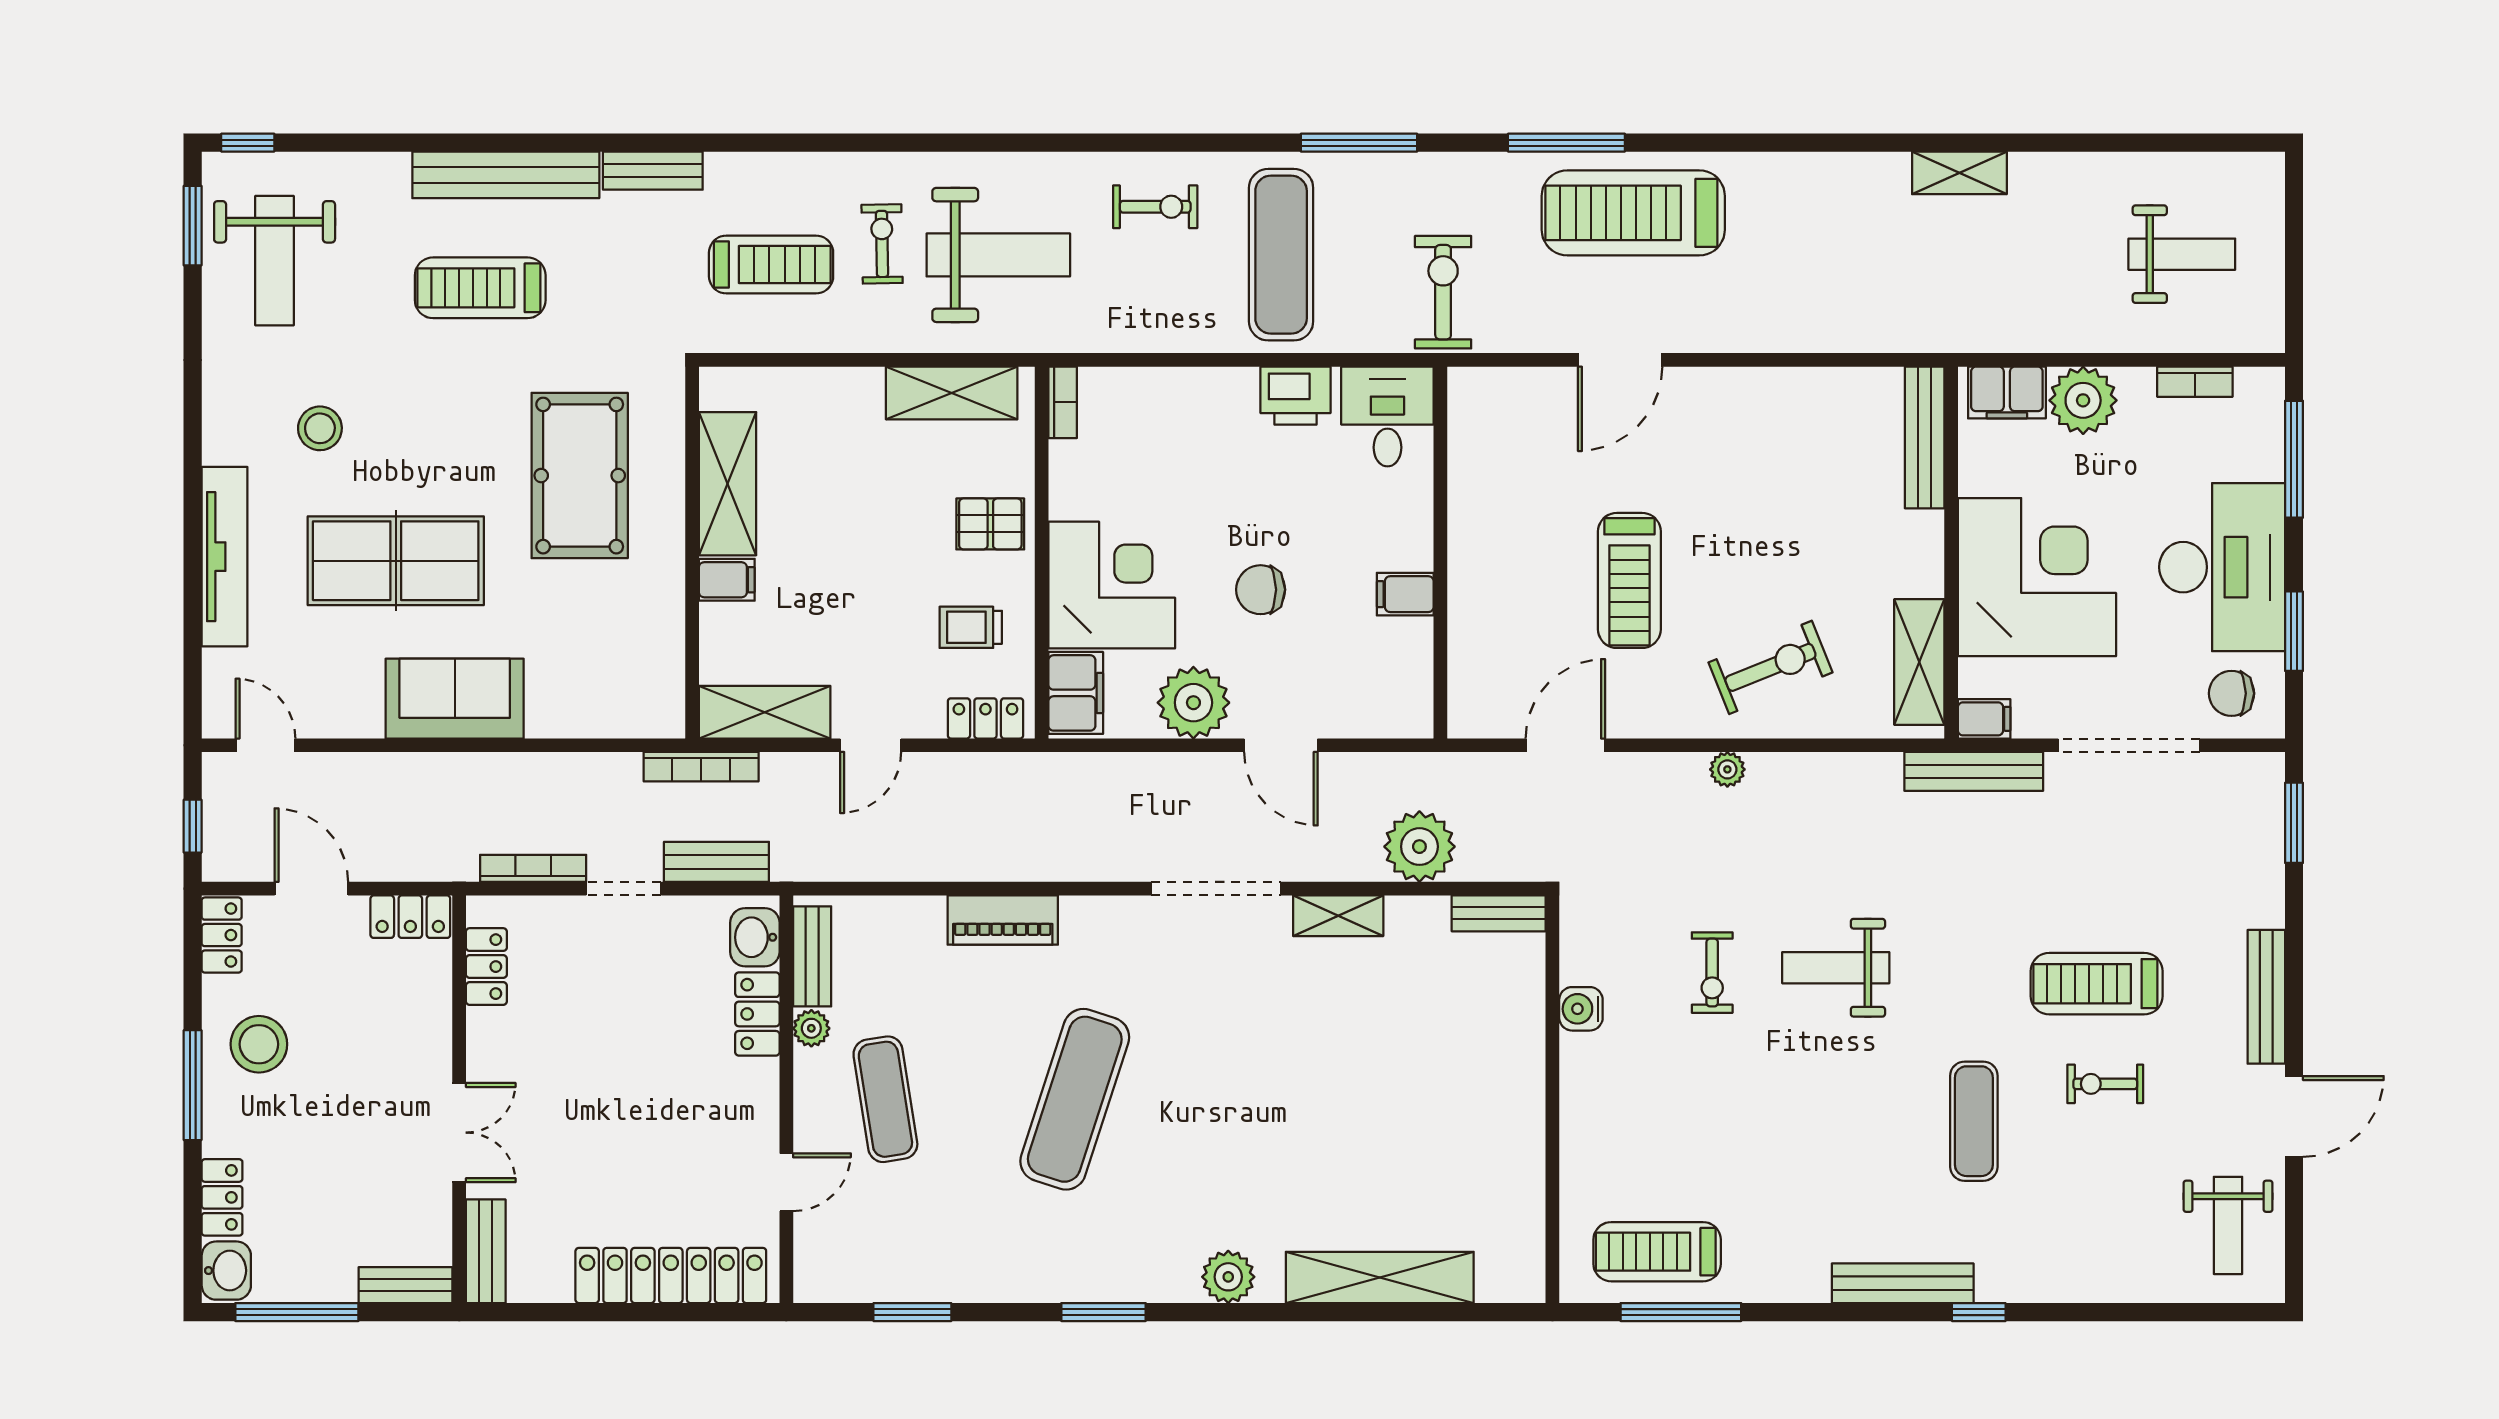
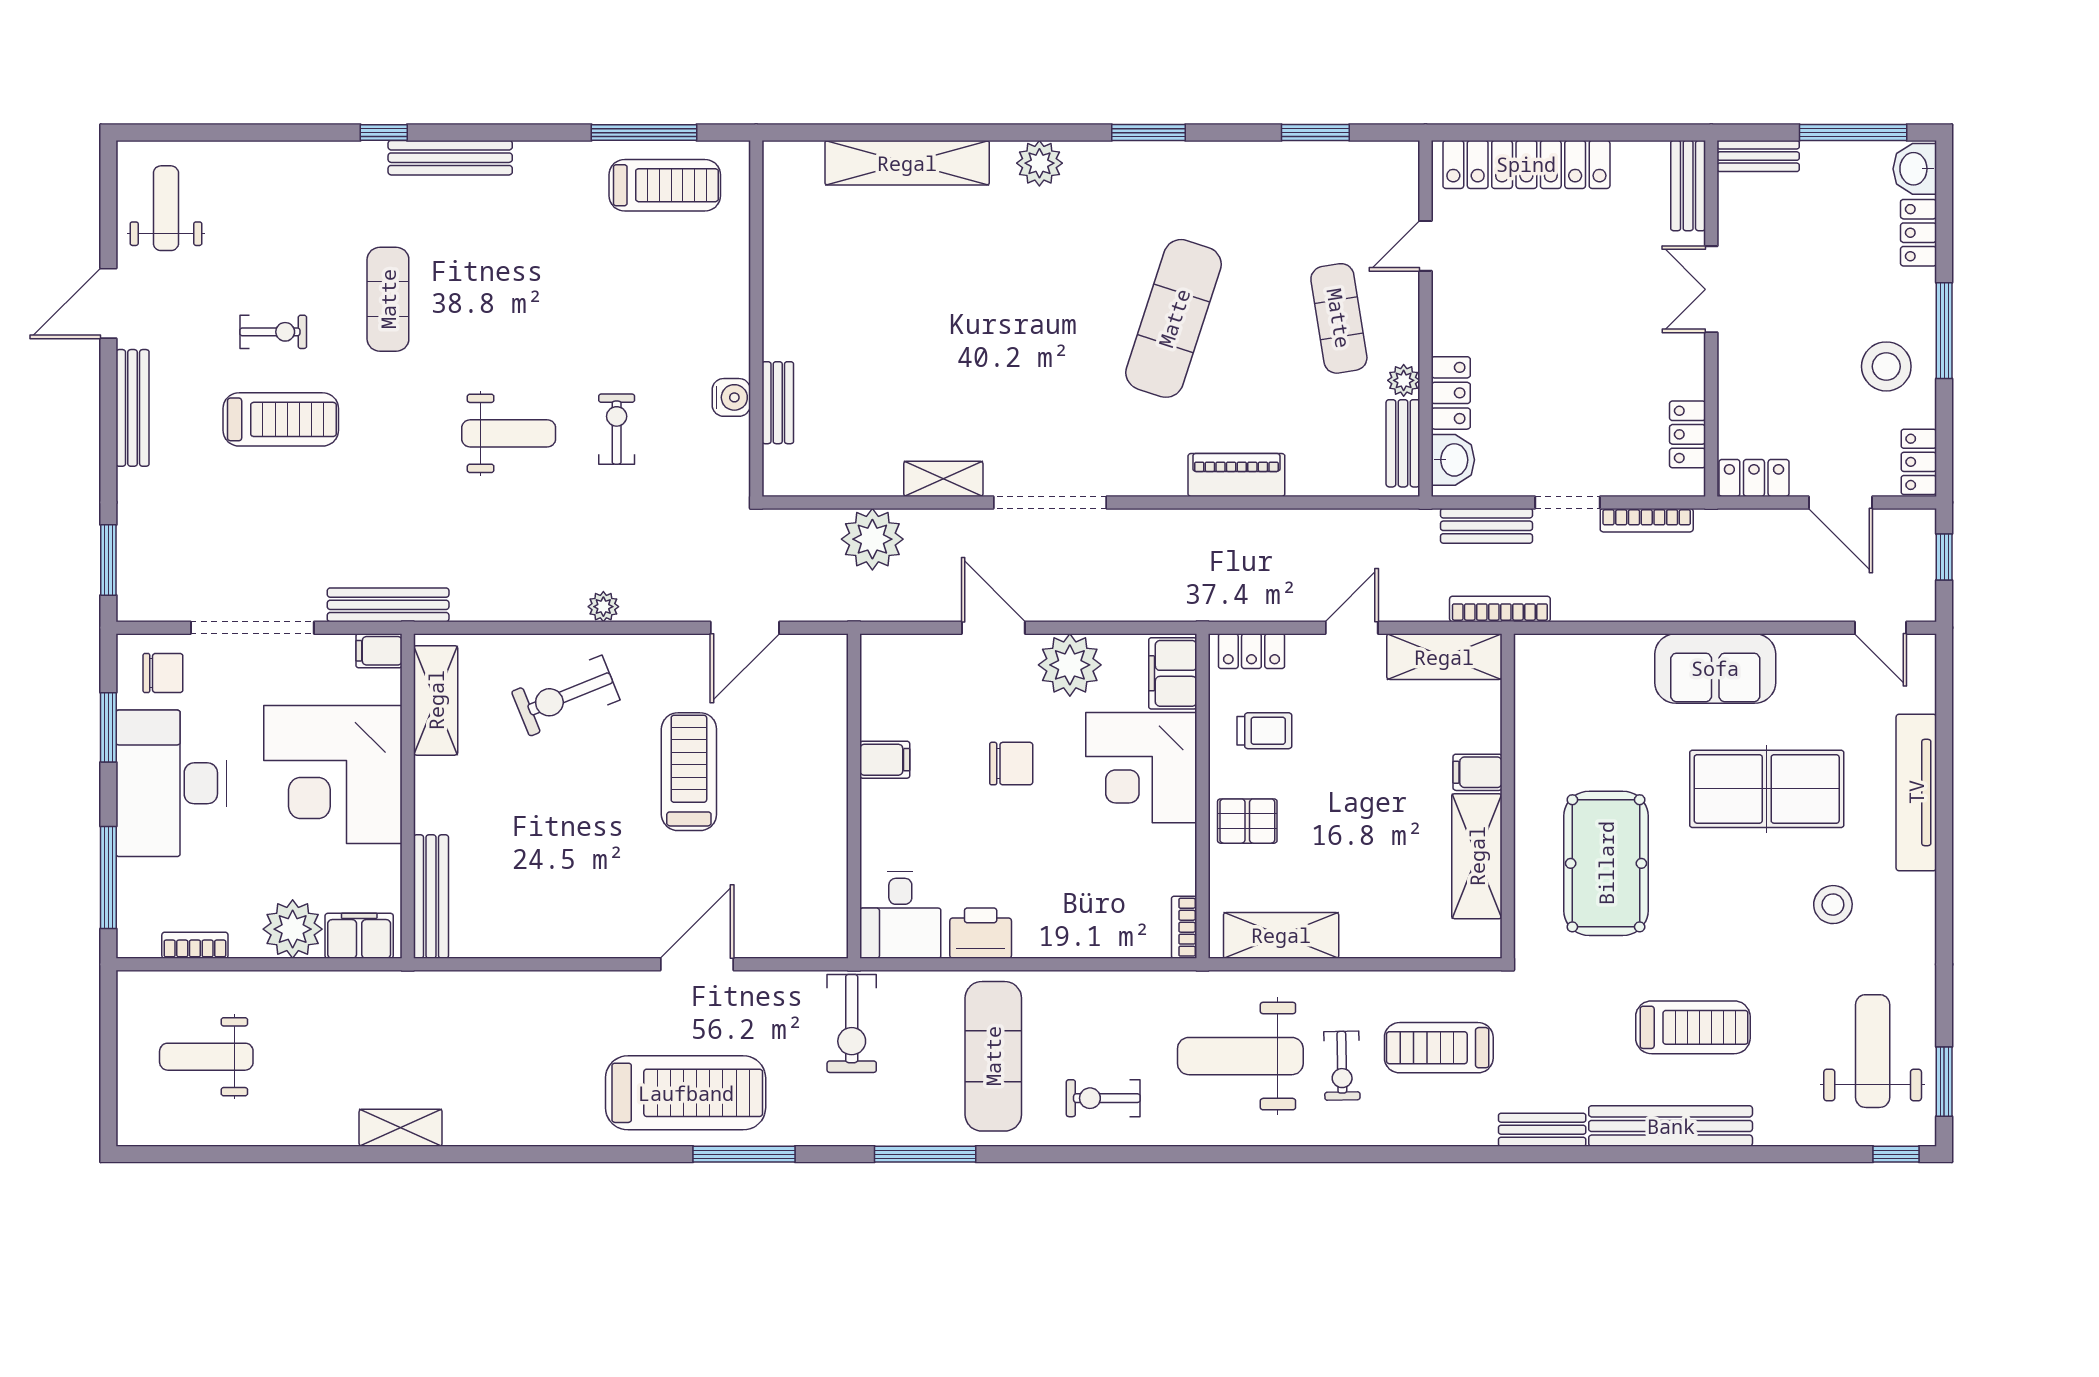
bench: (1499, 913) -> (778, 403), moved, turned 90

